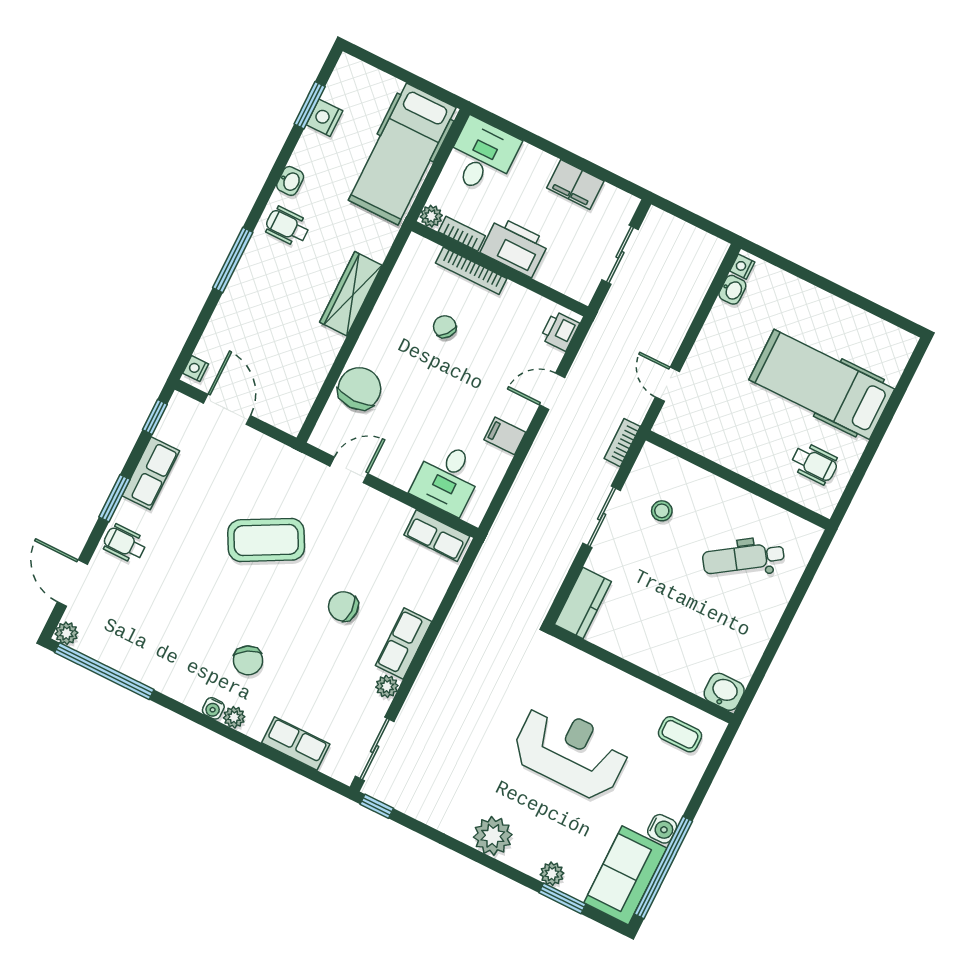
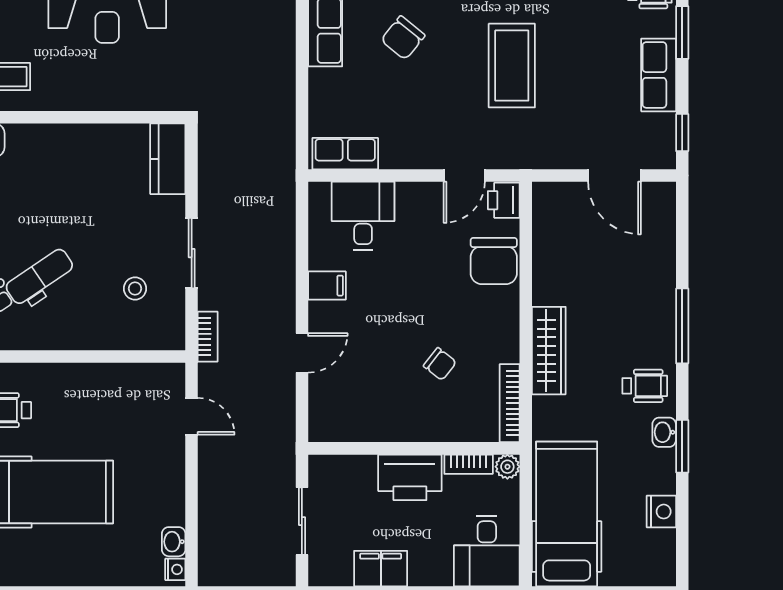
window: (310, 105) -> (682, 446), moved
bookcase: (471, 271) -> (510, 403), moved, turned -90
printer: (560, 331) -> (504, 200), moved, turned 180
nightstand: (196, 369) -> (666, 200), removed
coffee table: (266, 540) -> (512, 66), turned -62
chair: (343, 606) -> (403, 38), turned 129

